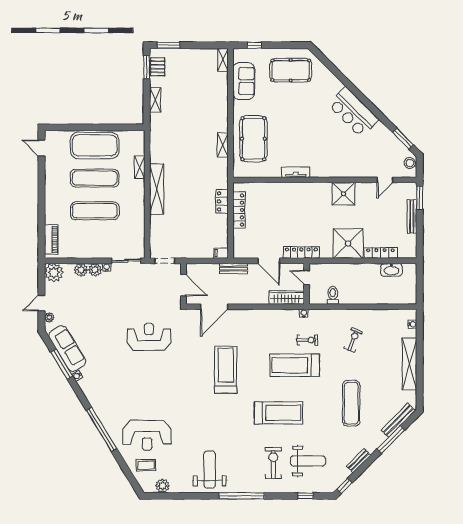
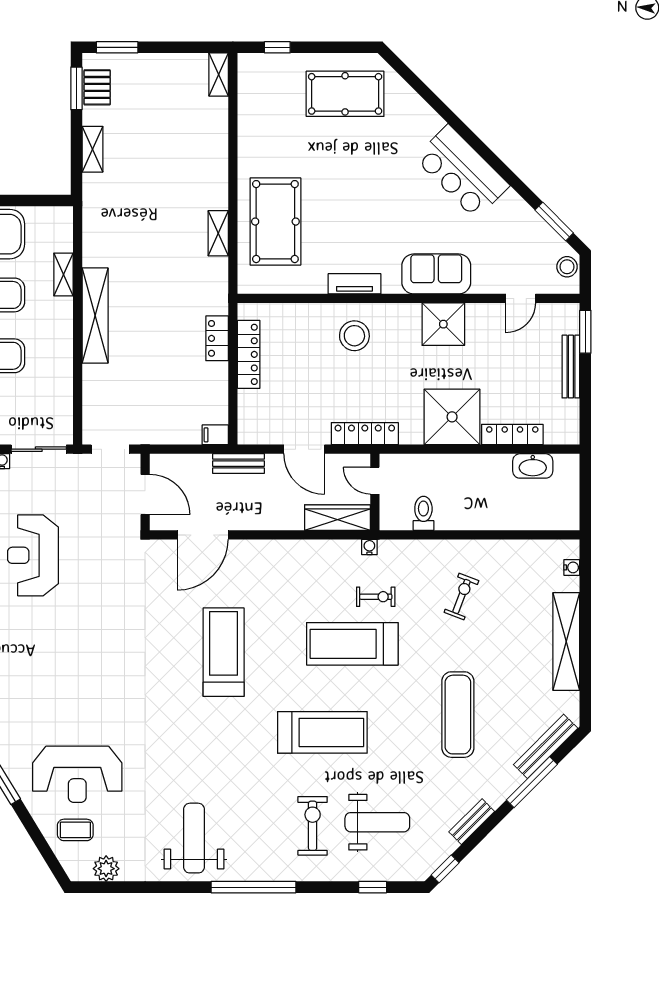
sofa: (244, 81) -> (436, 274), moved, turned -90
stool: (296, 200) -> (354, 336), added
reception desk: (149, 337) -> (33, 555), moved, turned -90

